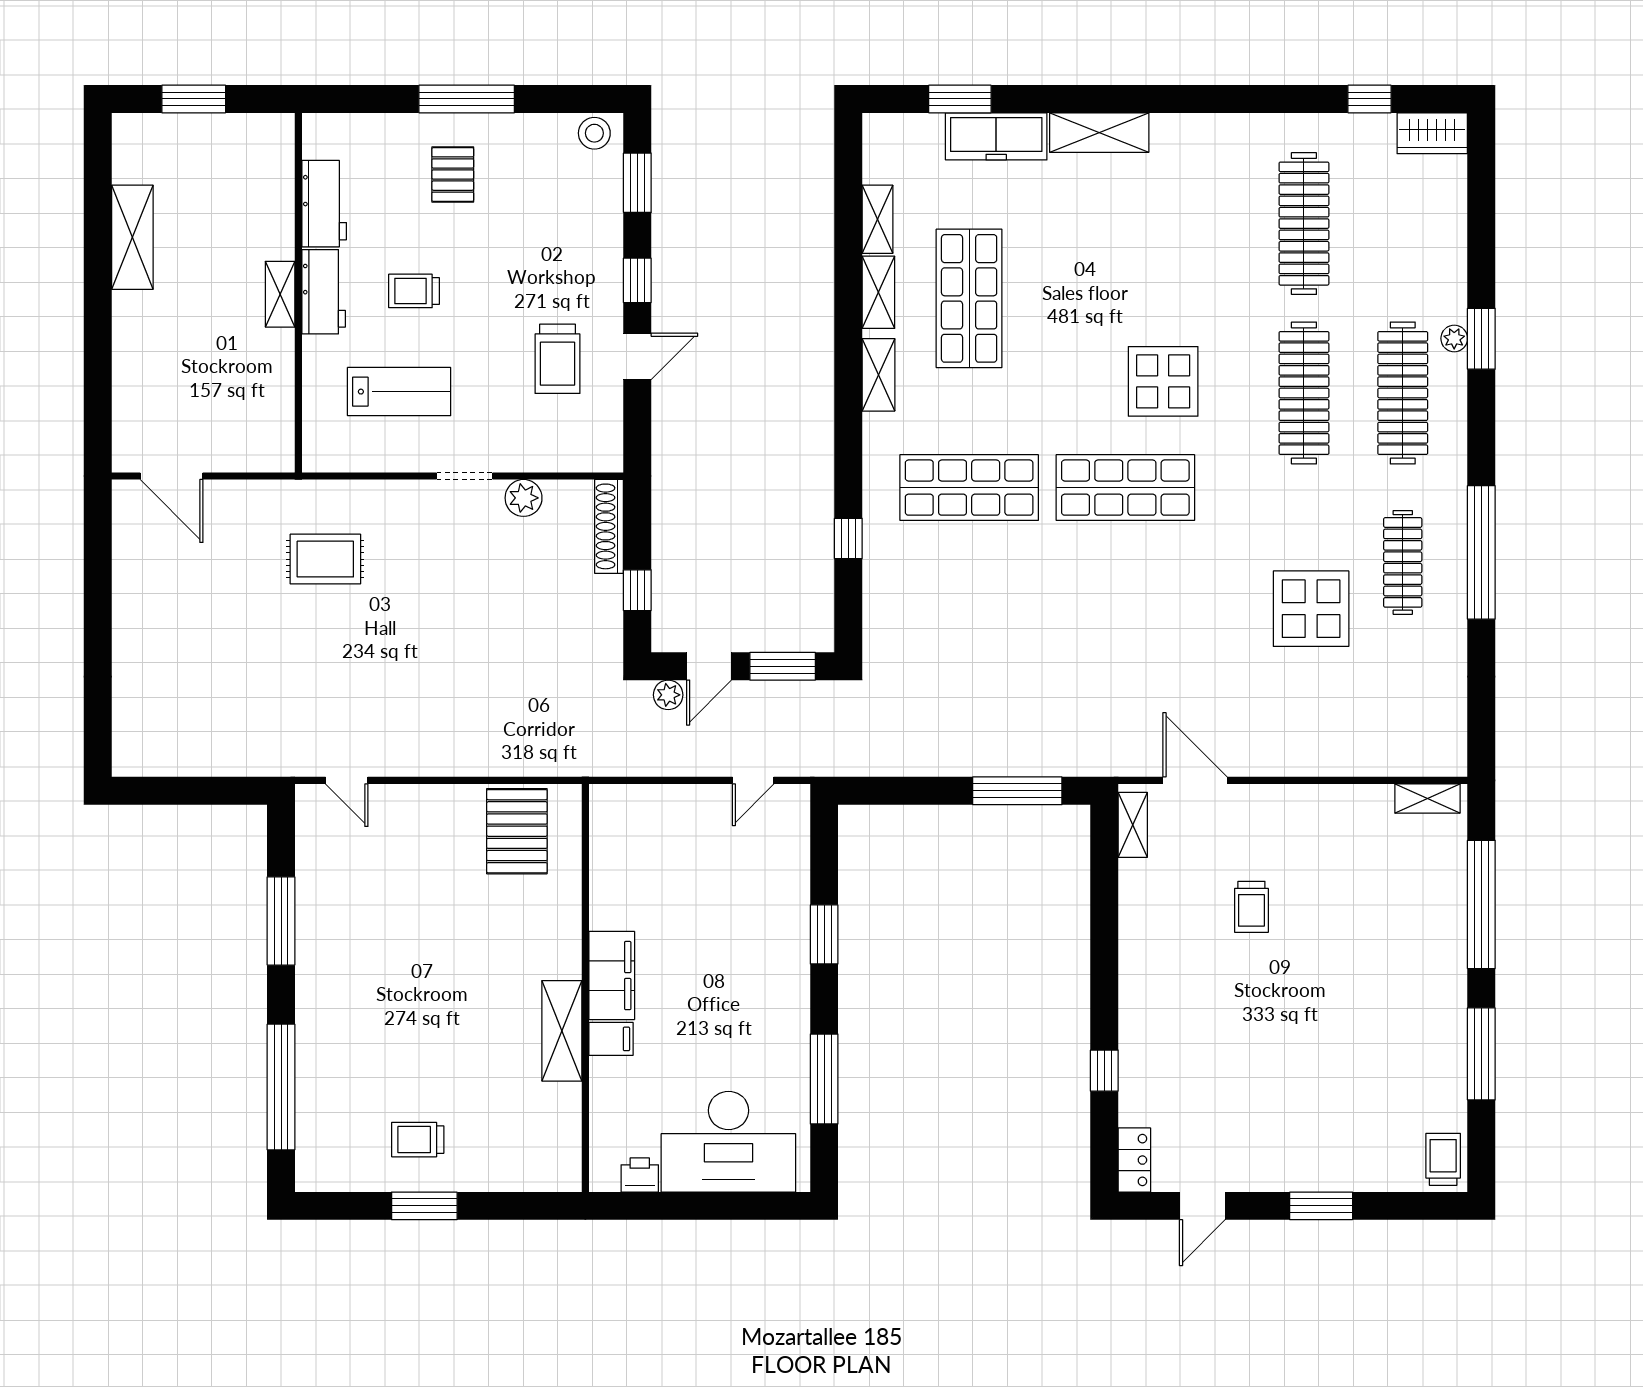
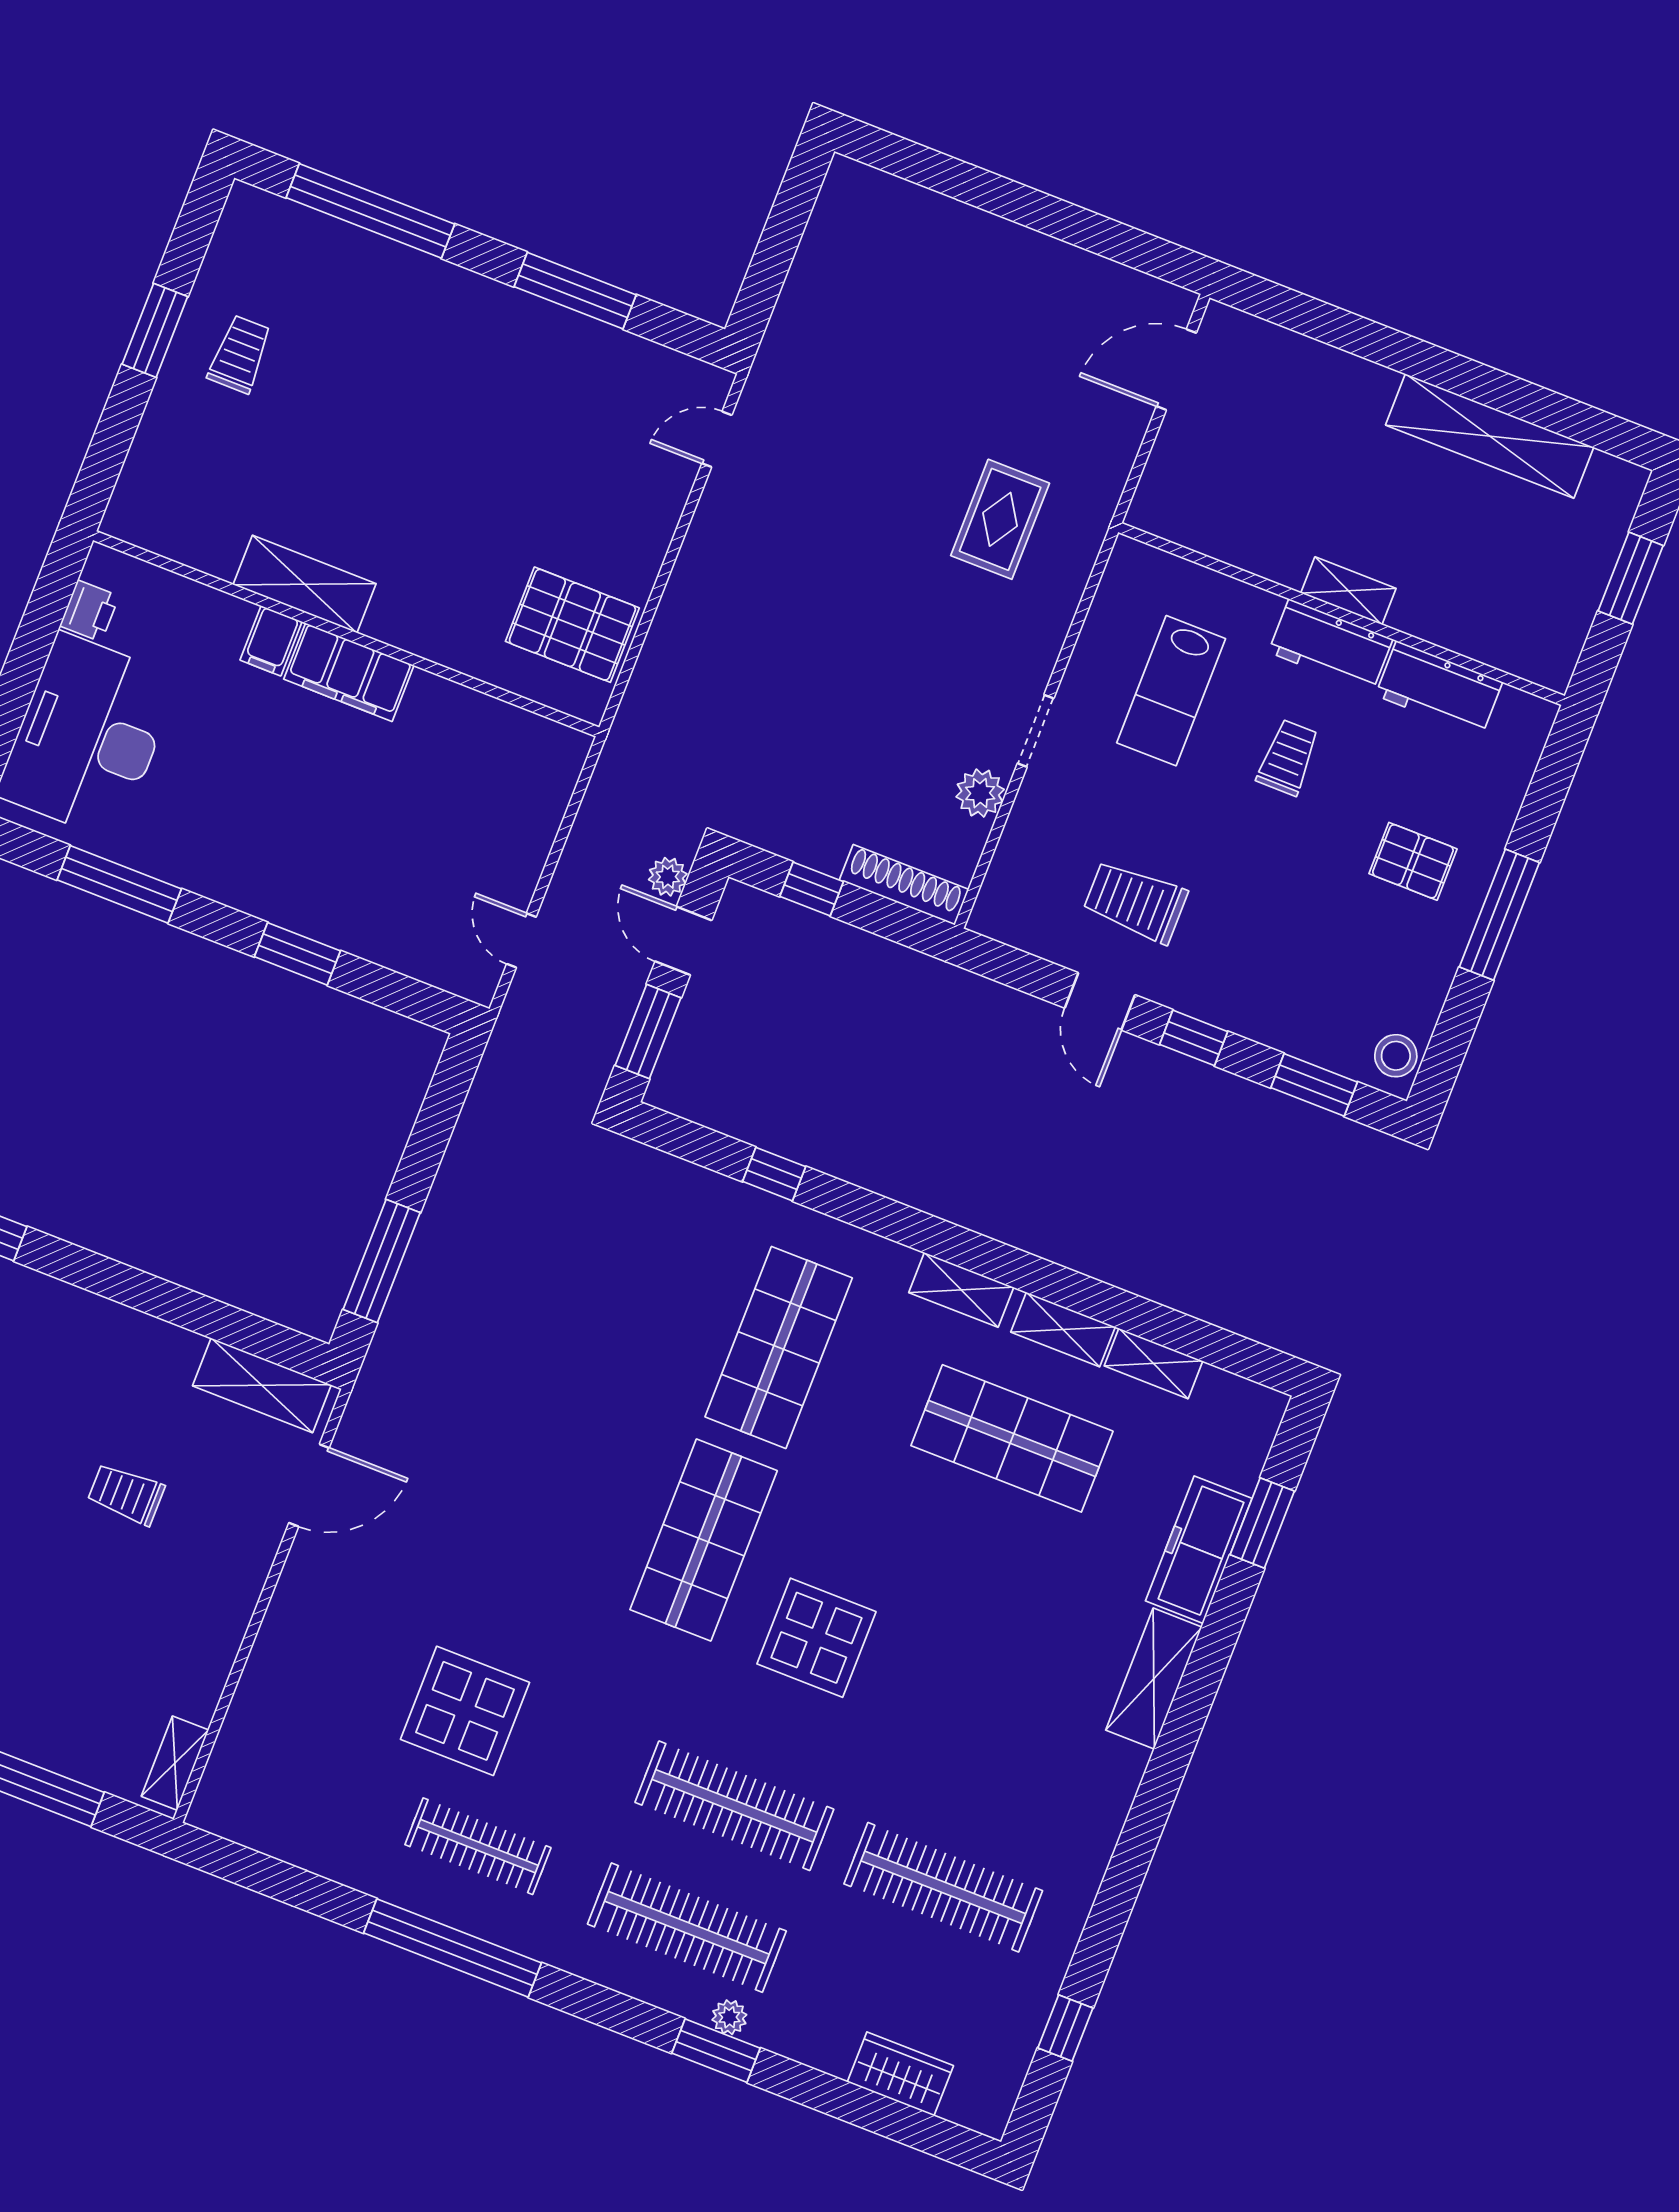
wardrobe: (1432, 133) -> (900, 2074), moved, turned 90
shelving: (132, 237) -> (1490, 436), width x1.47
shelving: (1133, 825) -> (262, 1385), width x1.50, depth x1.33

